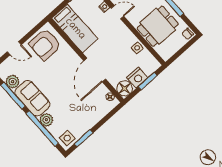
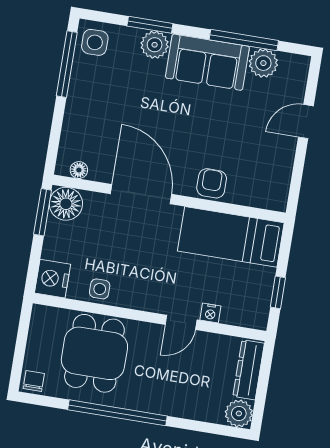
armchair: (45, 45) -> (212, 183), moved, width x0.53, depth x0.53
nightstand: (137, 78) -> (53, 279), moved
window: (148, 81) -> (43, 212), moved
window: (42, 128) -> (150, 25), width x0.47
window: (84, 138) -> (67, 64), width x1.44

